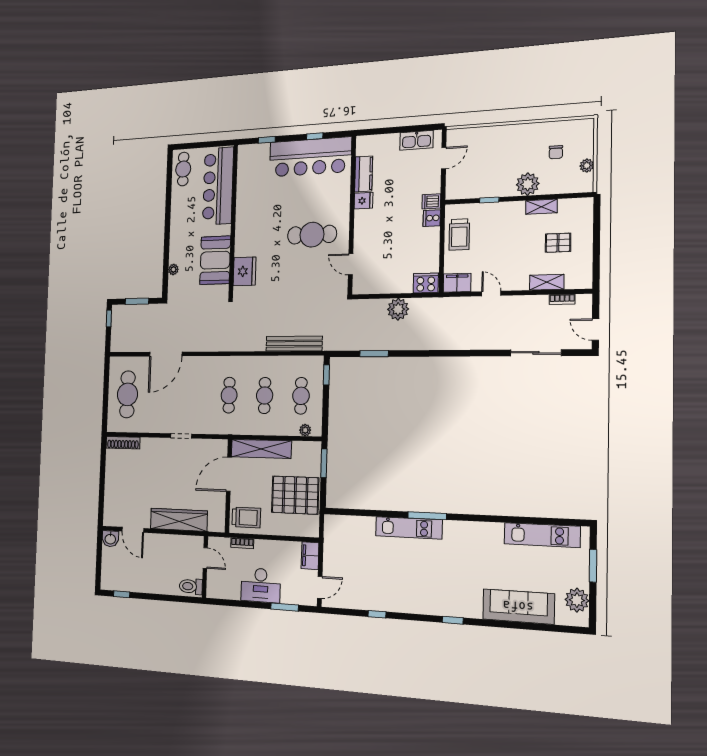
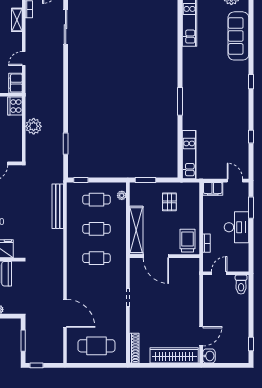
pallet: (295, 495) -> (169, 202), width x0.49, depth x0.50
wardrobe: (179, 520) -> (174, 355), moved, turned 90
kitchen unit: (409, 528) -> (189, 155), moved

